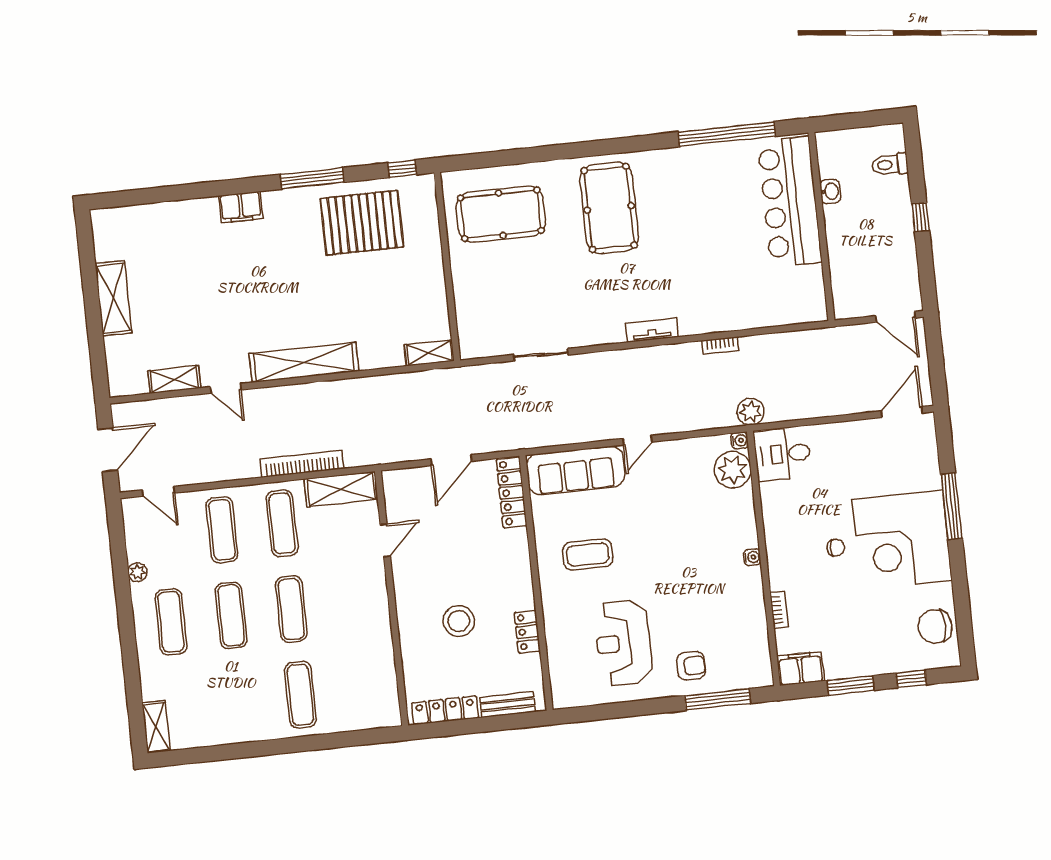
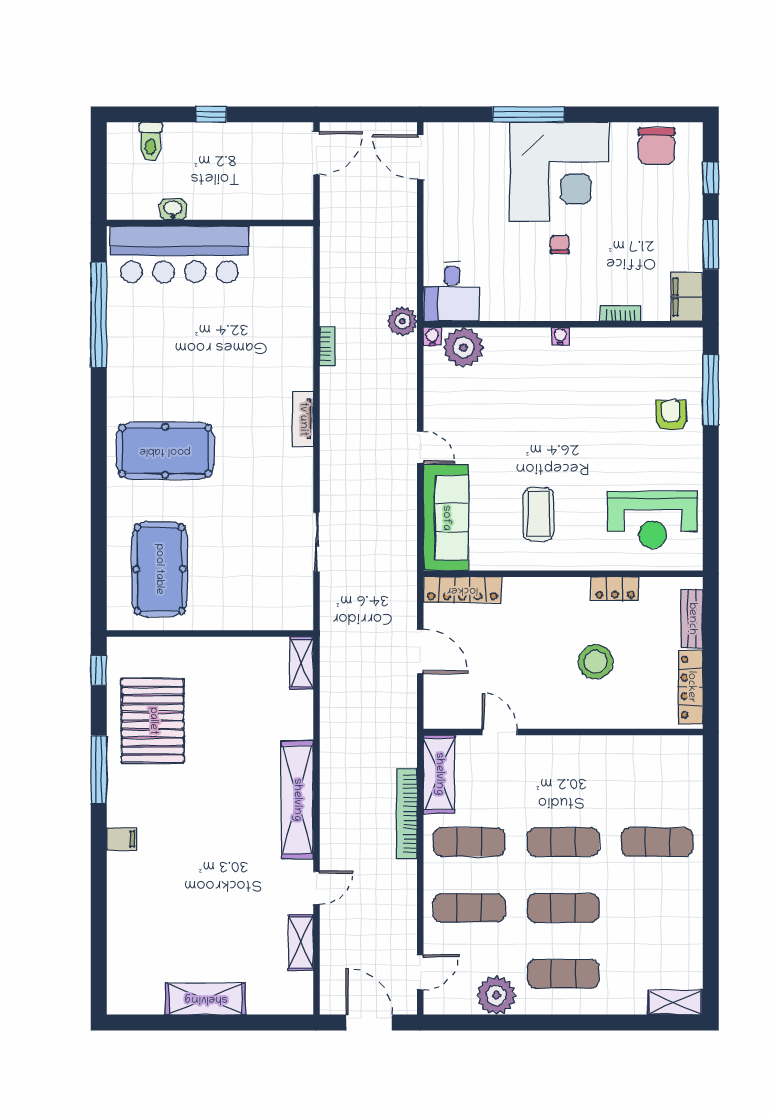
filing cabinet: (241, 207) -> (122, 839), width x0.50
plant: (138, 572) -> (496, 995), width x1.88, depth x1.88
reception desk: (623, 643) -> (653, 520), moved

